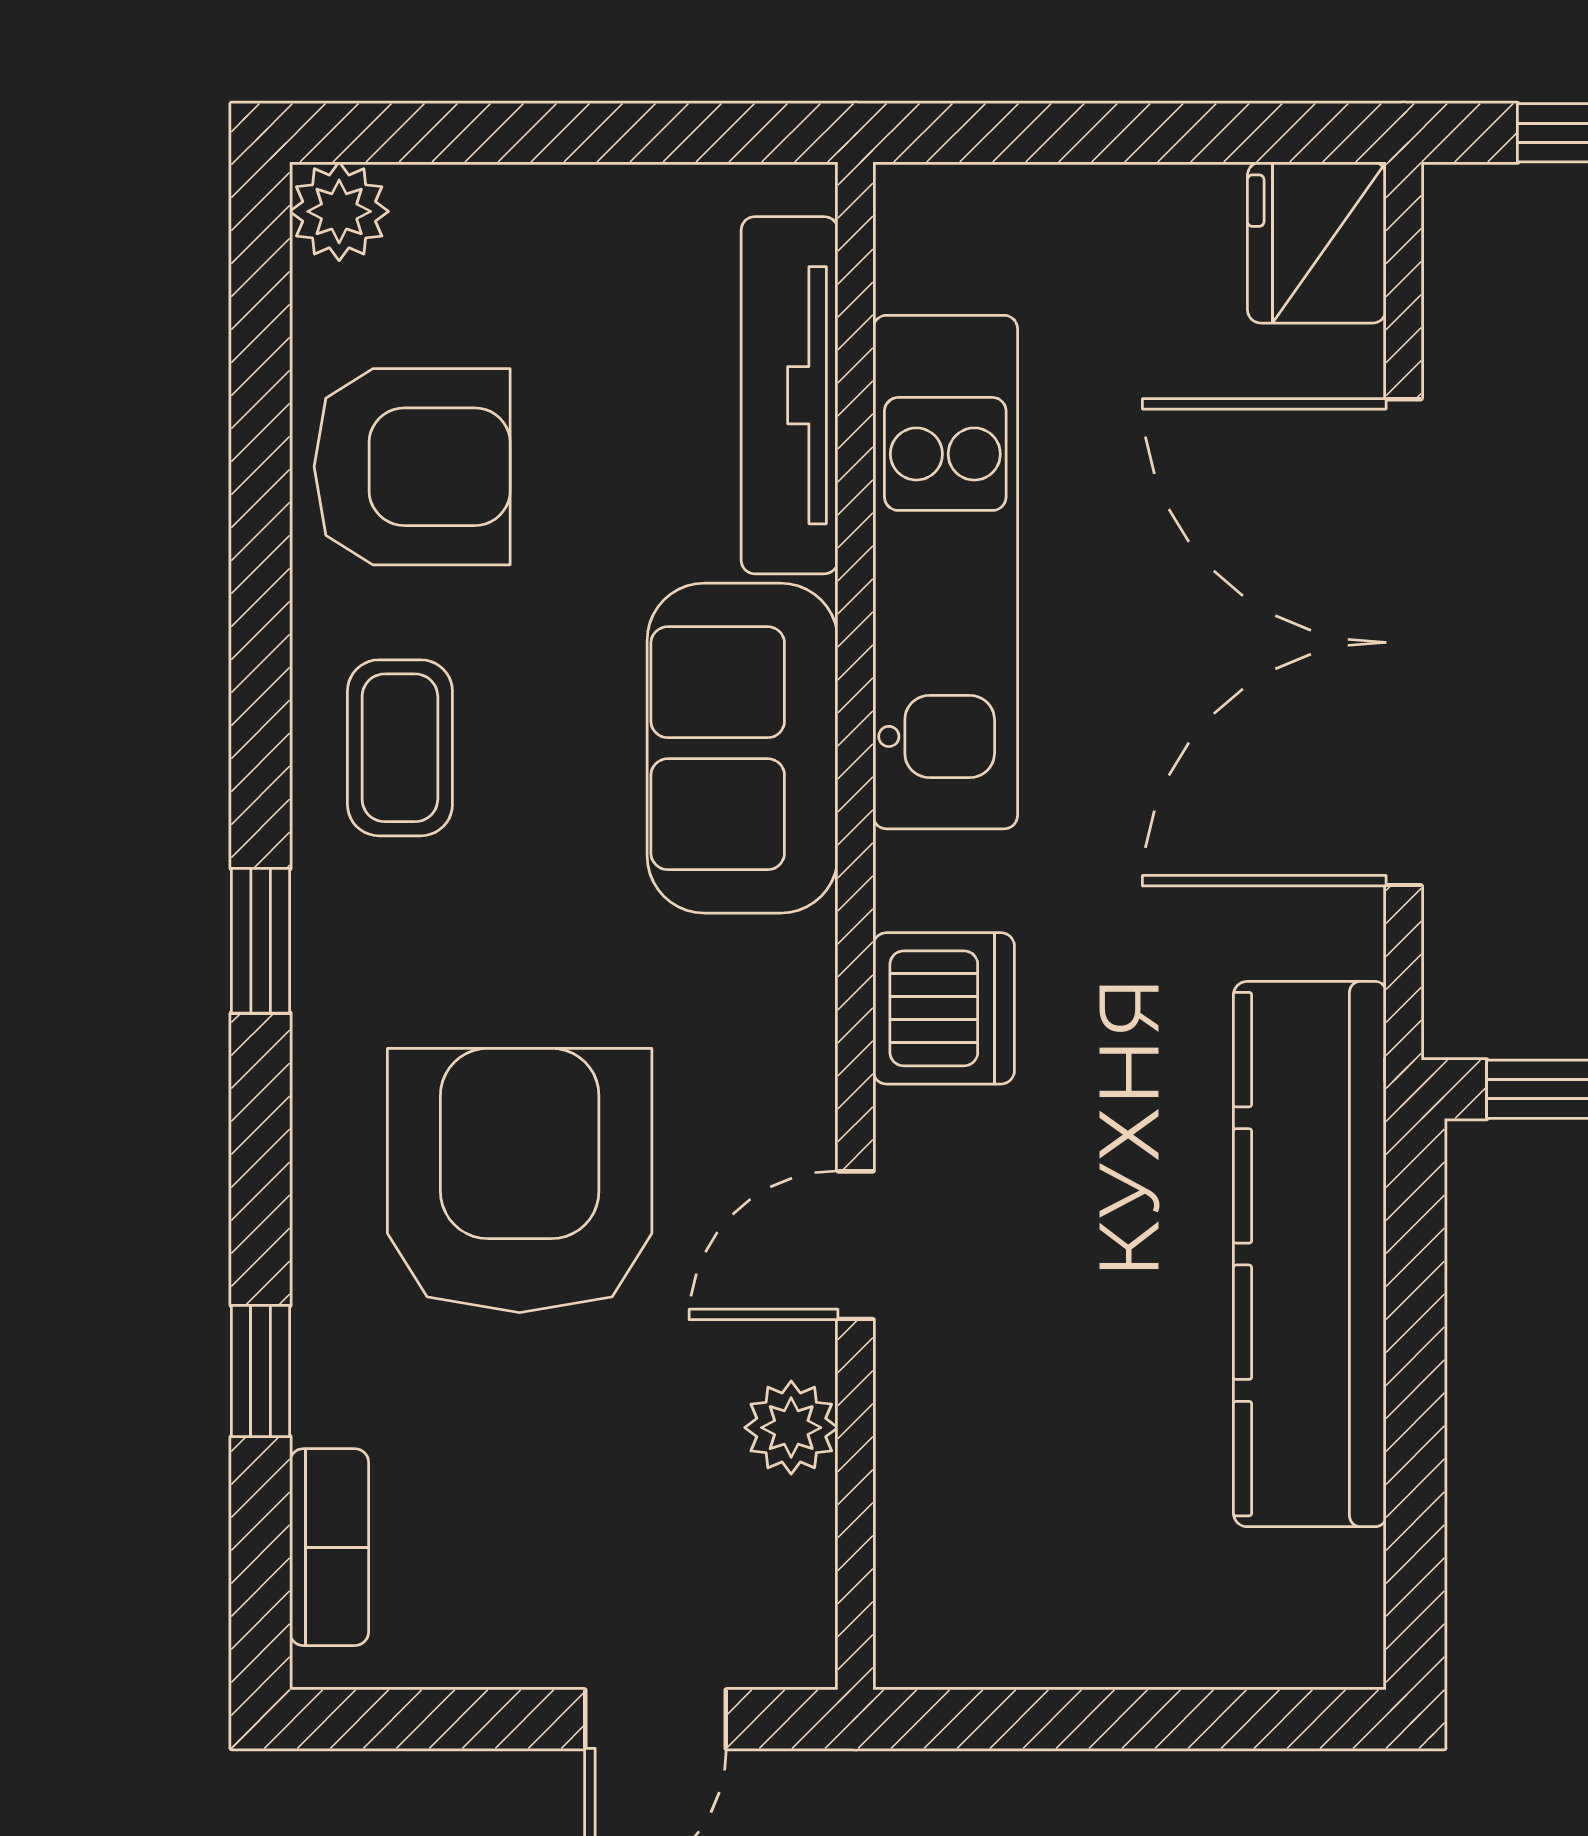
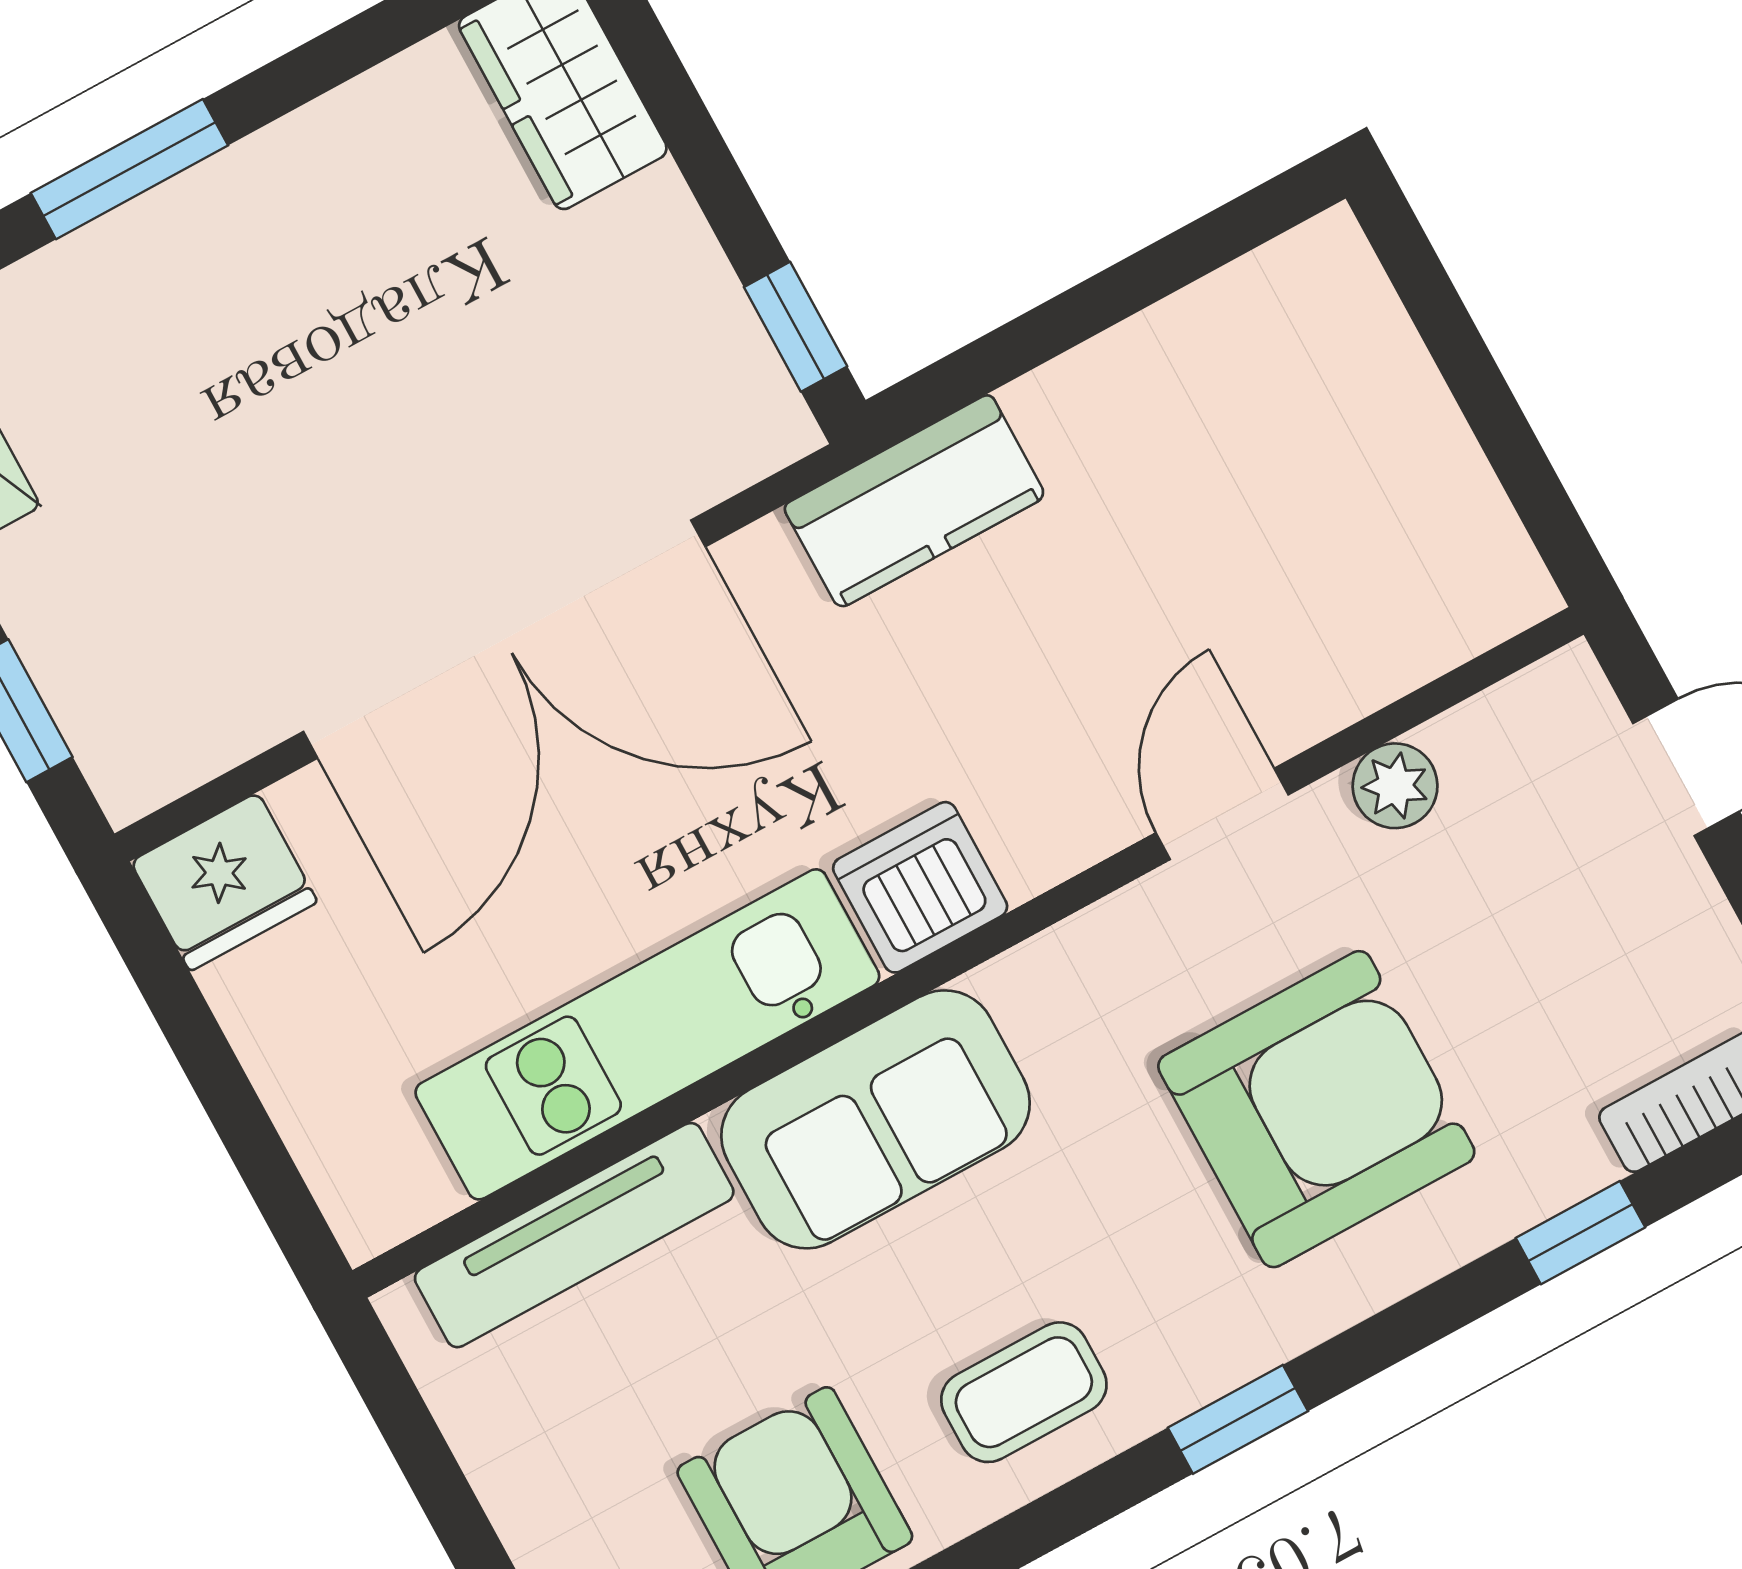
dishwasher: (944, 1008) -> (920, 887), moved
armchair: (520, 1180) -> (1316, 1109), turned 180
door: (855, 1245) -> (1222, 814), swing flipped
kitchen counter: (1310, 1254) -> (914, 501), width x0.48, depth x0.86

